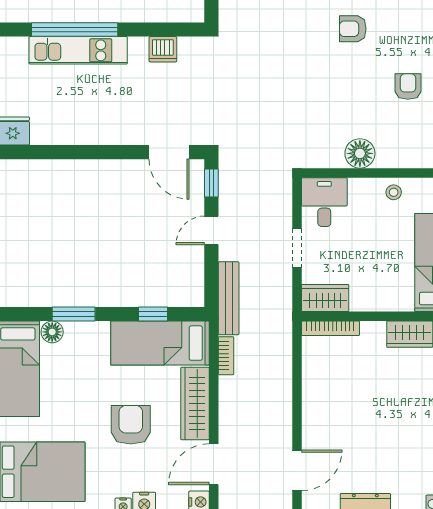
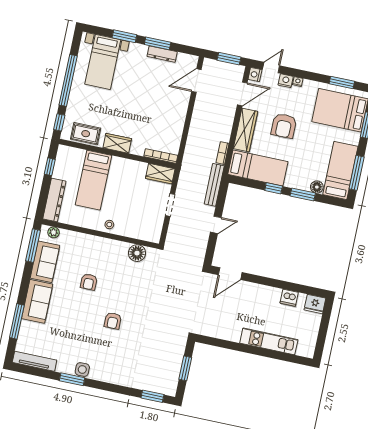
armchair: (353, 29) -> (113, 321), turned 90
window: (75, 30) -> (268, 353), removed
dishwasher: (163, 49) -> (289, 298), moved, turned 180
door: (169, 152) -> (230, 274), swing flipped
floor lamp: (360, 153) -> (137, 253), moved
window: (211, 183) -> (210, 251), removed
desk: (324, 202) -> (149, 227), removed
window: (153, 314) -> (274, 188), moved

